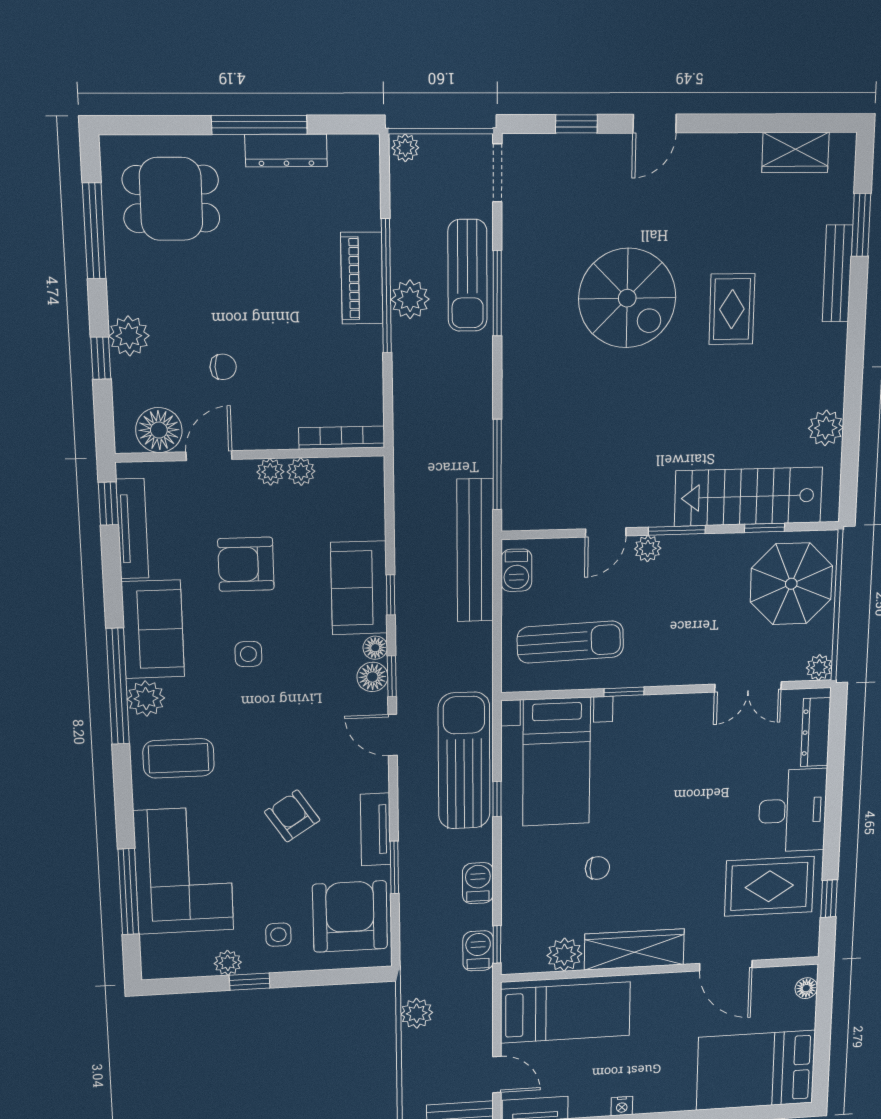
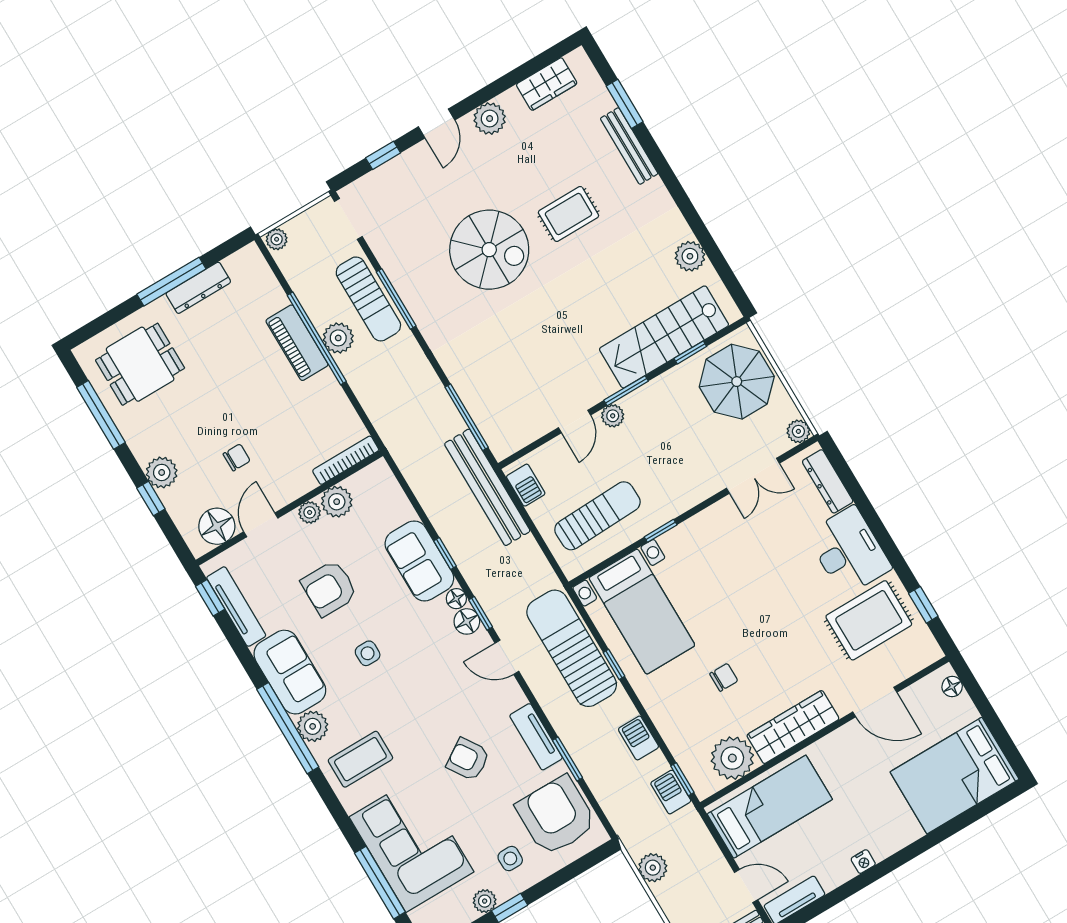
plant: (713, 153) -> (490, 119), added
rug: (732, 309) -> (568, 214), turned 90
plant: (301, 472) -> (337, 502), width x1.38, depth x1.38
plant: (564, 955) -> (732, 758), width x1.36, depth x1.36

